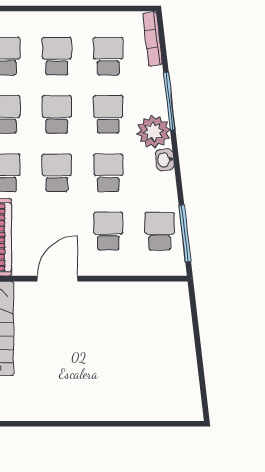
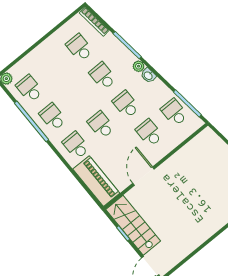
school desk: (57, 56) -> (54, 68), removed
school desk: (57, 114) -> (78, 96), removed
plant: (154, 132) -> (139, 66), width x0.53, depth x0.53

